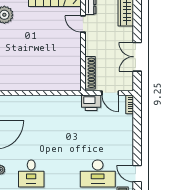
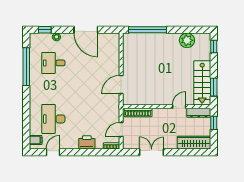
door: (57, 93) -> (121, 85), added
printer: (91, 103) -> (87, 142), moved, turned 90

